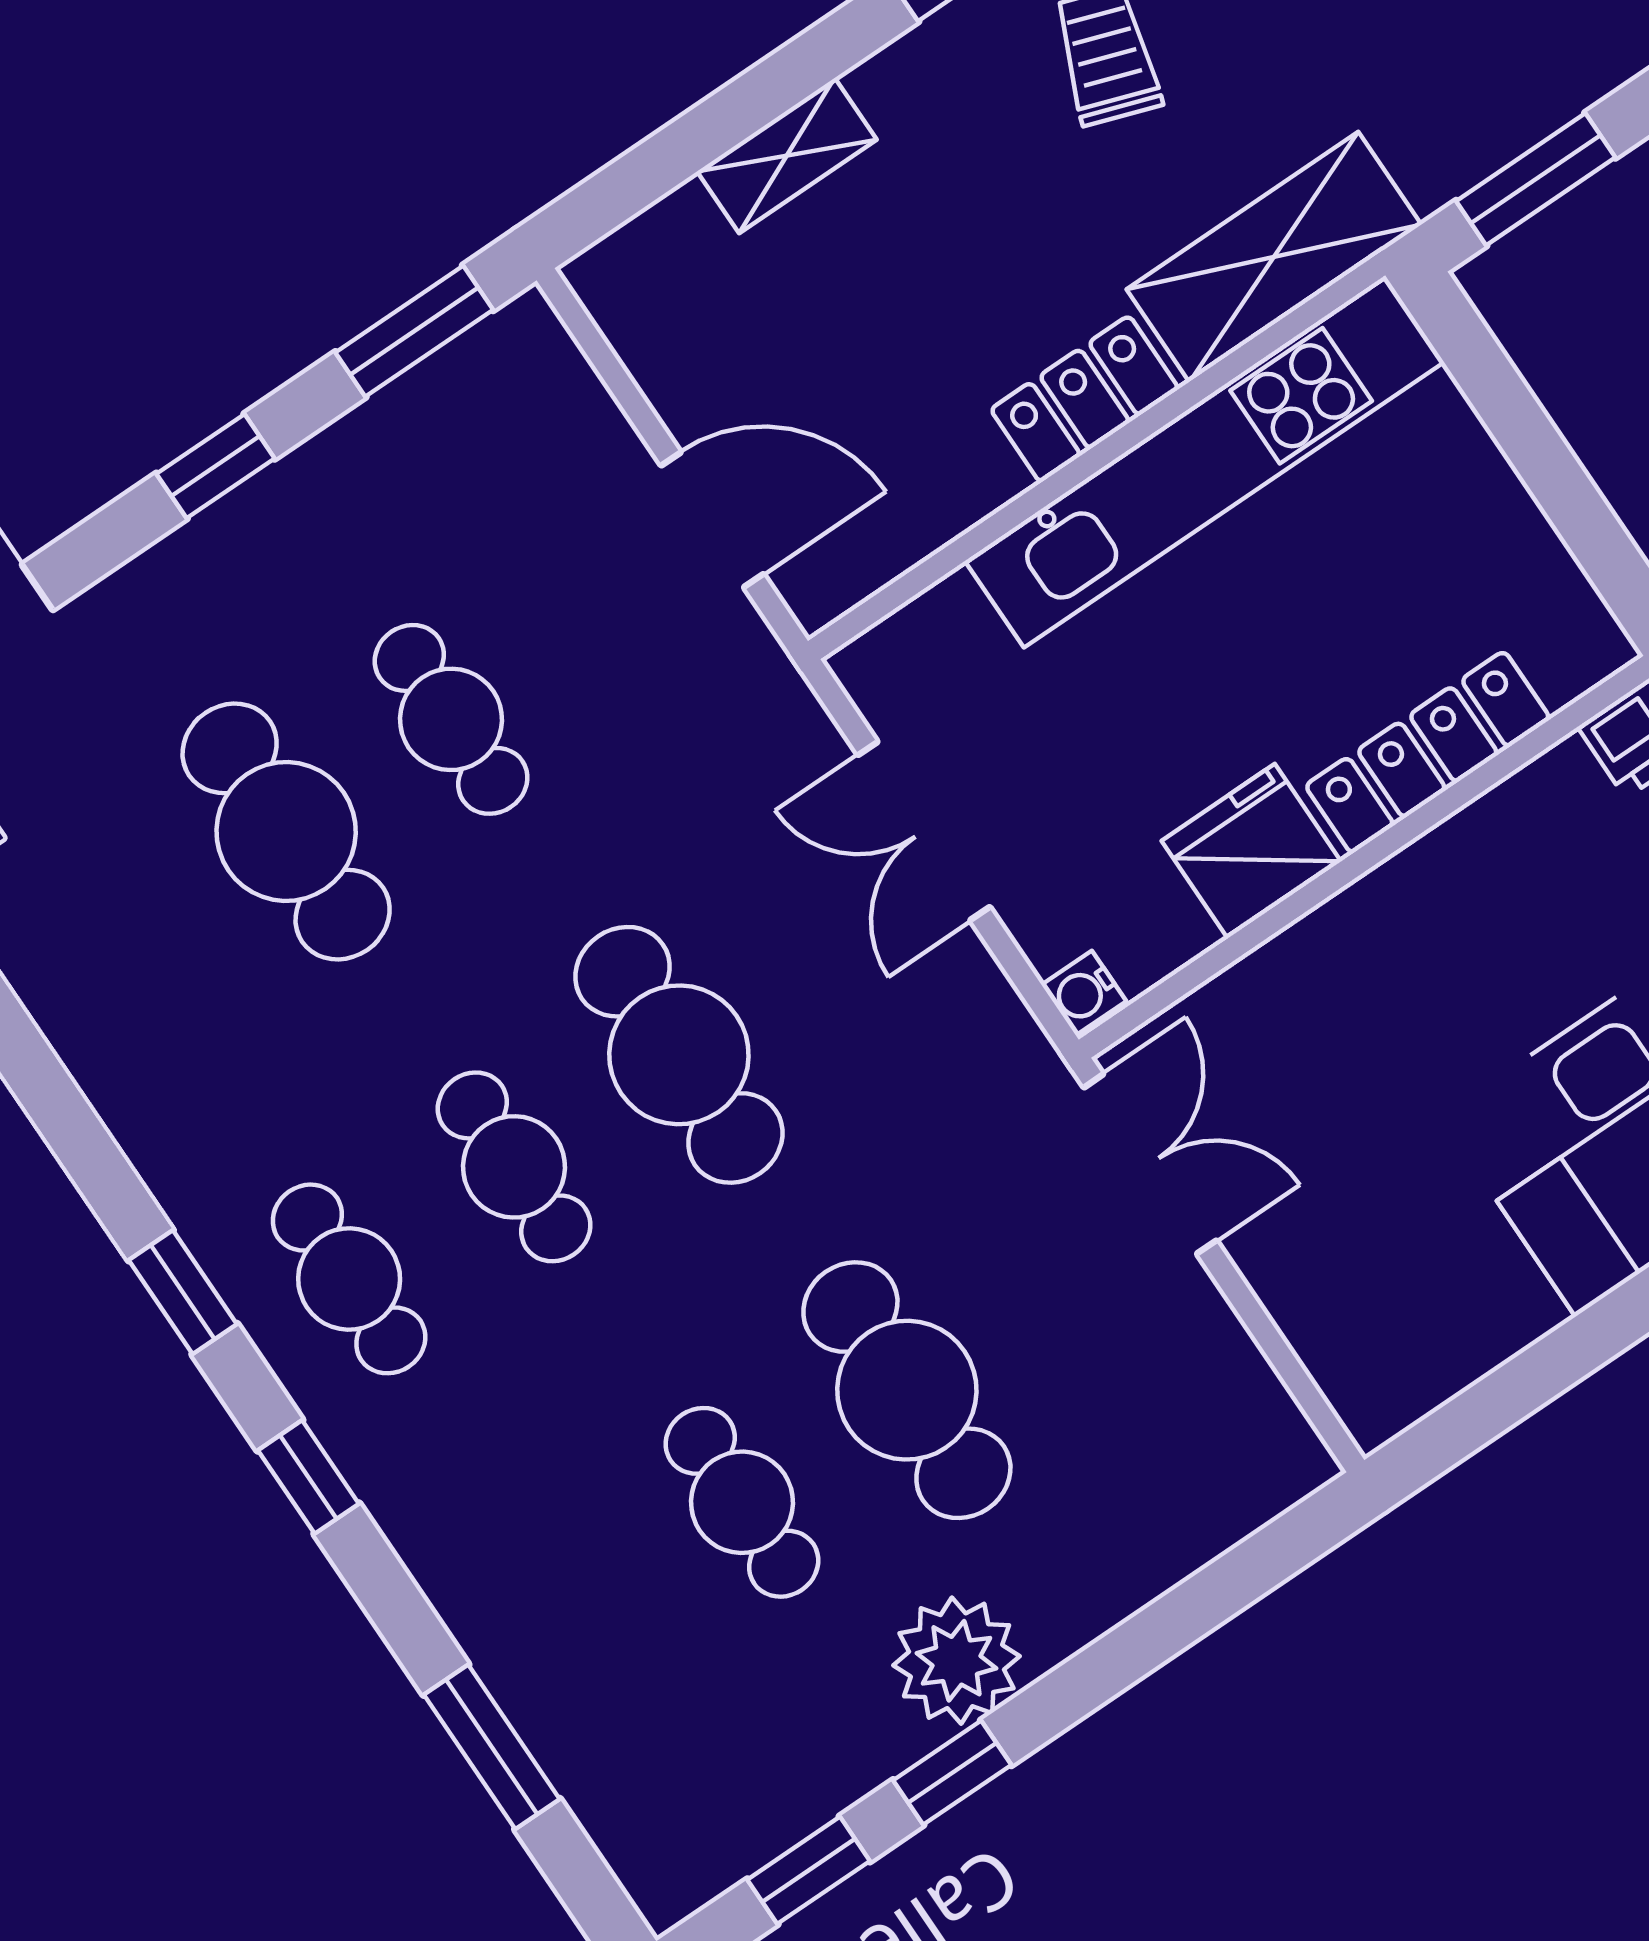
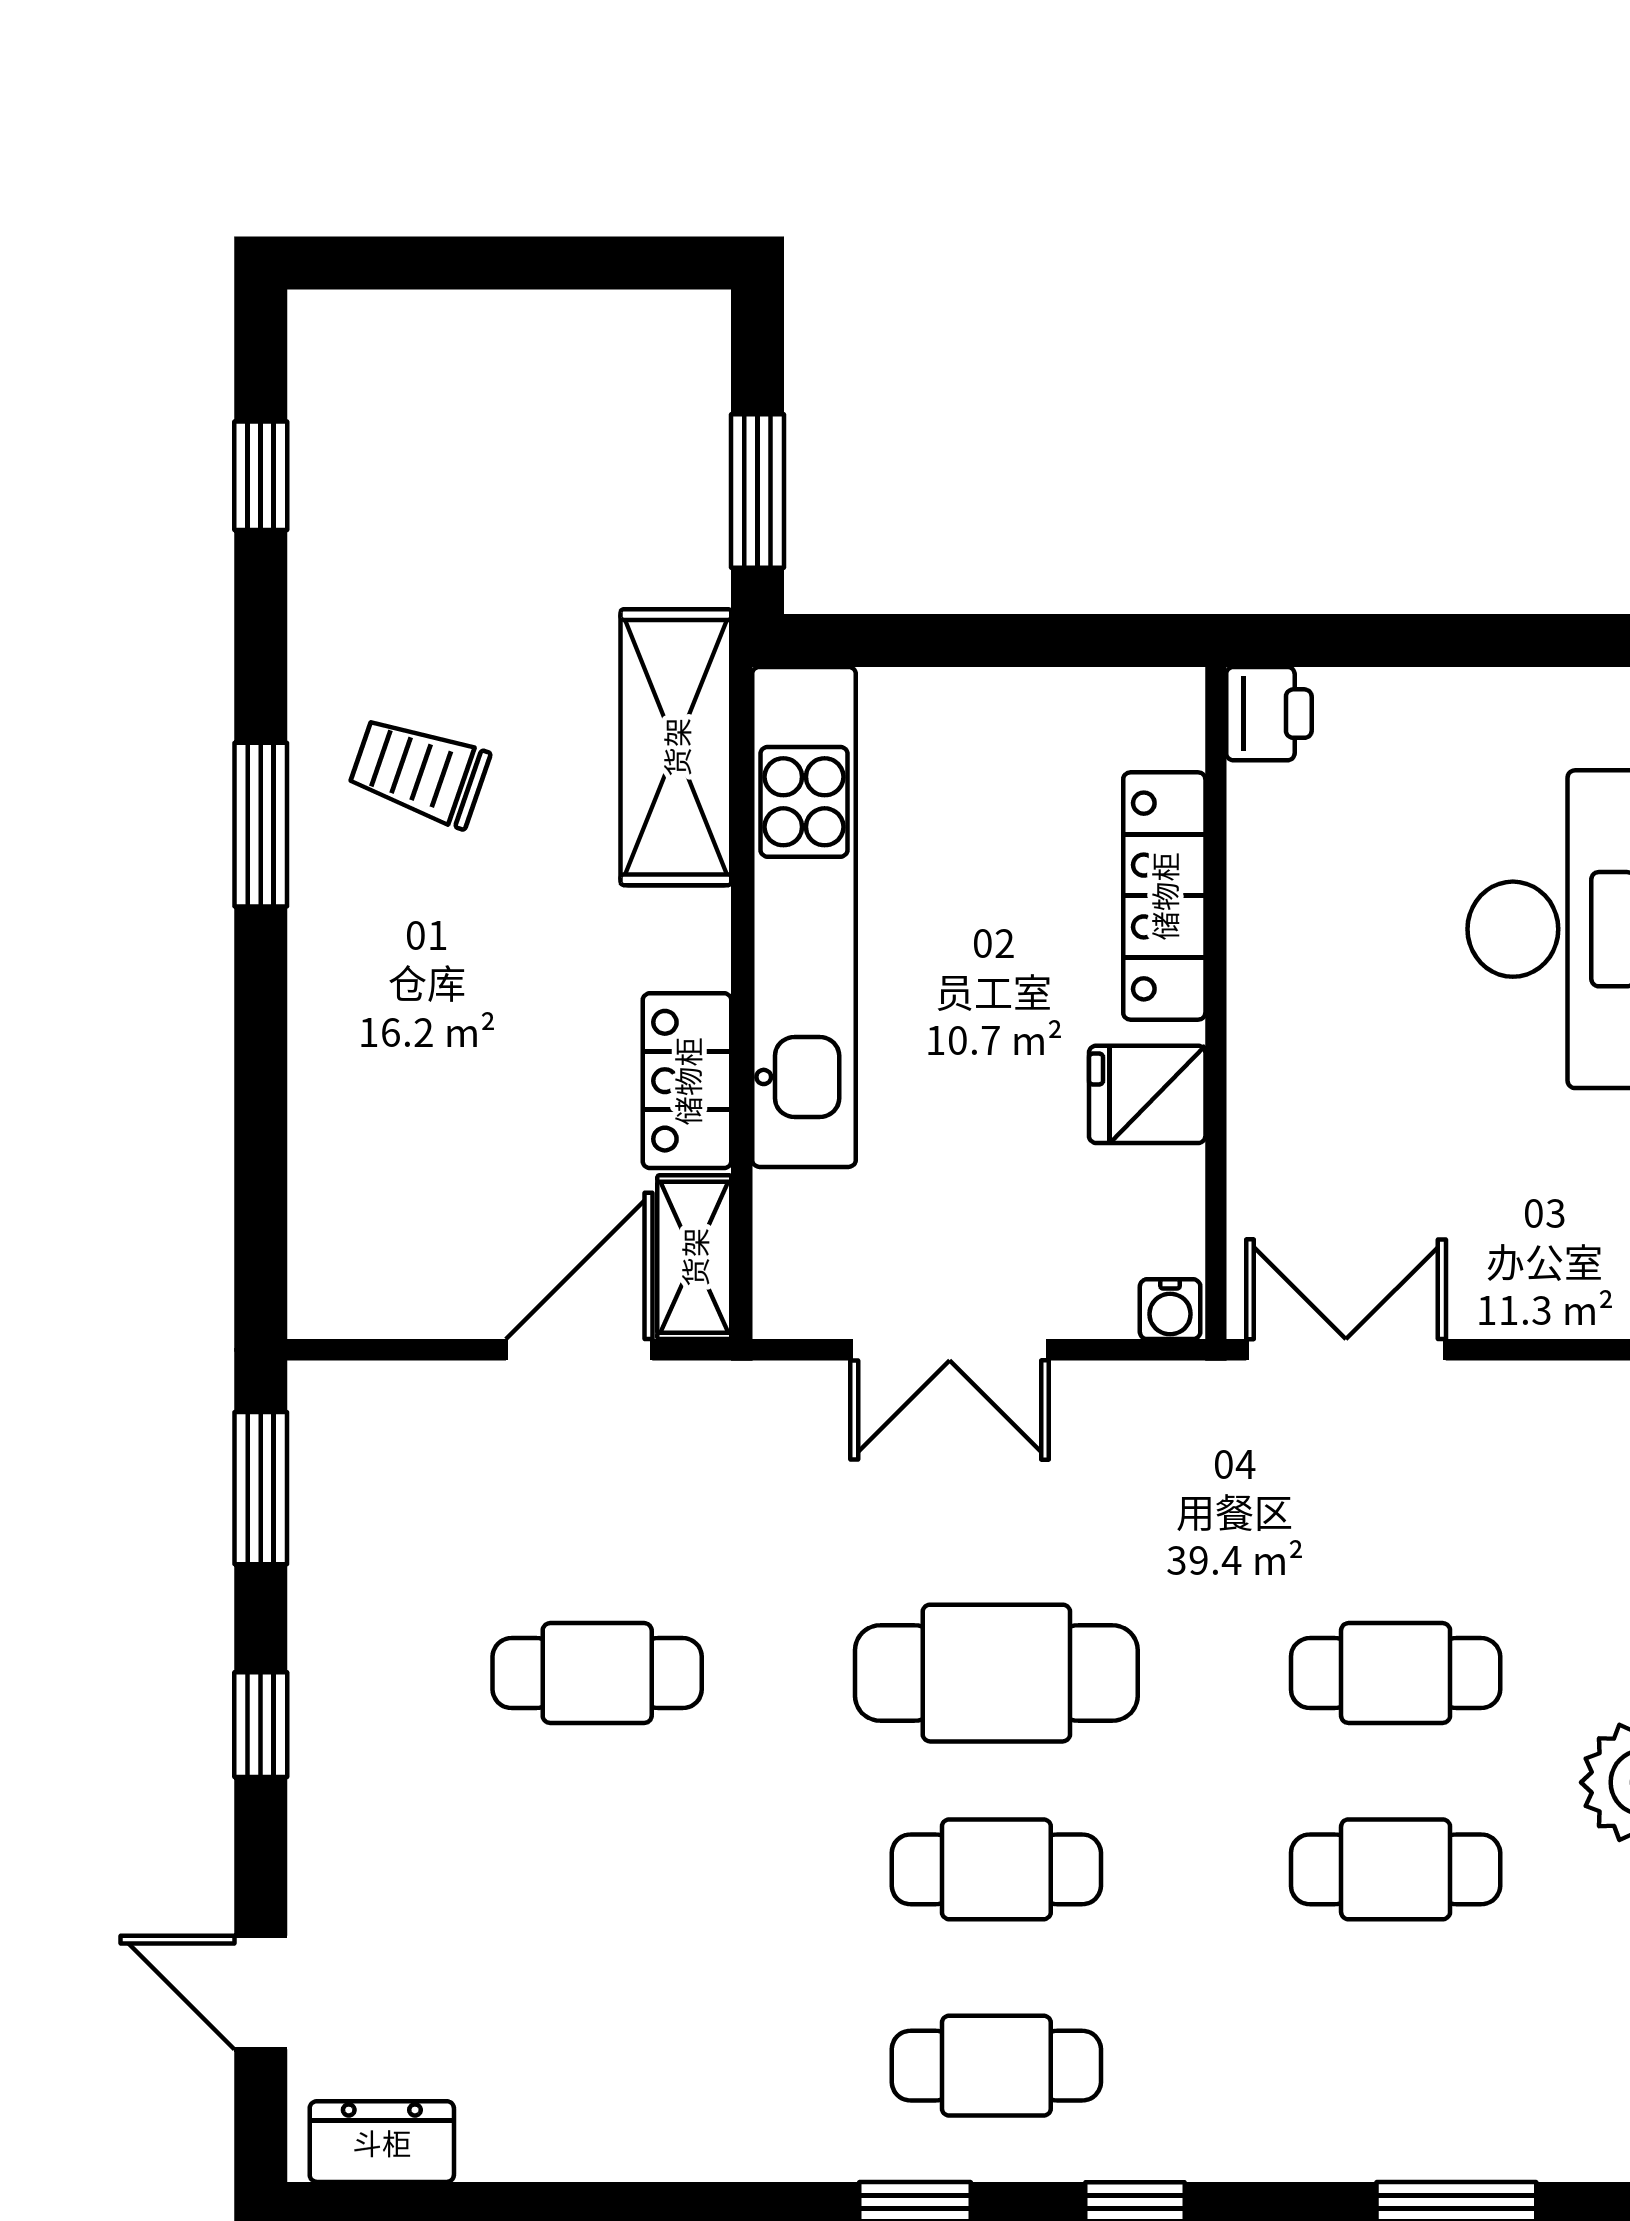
shelving: (787, 156) -> (694, 1257), moved
locker: (1085, 399) -> (687, 1081), moved
cafe table: (286, 832) -> (597, 1869), removed
fridge: (1251, 851) -> (1147, 1094), width x0.72
cafe table: (907, 1390) -> (1396, 1673), width x0.73, depth x0.74

